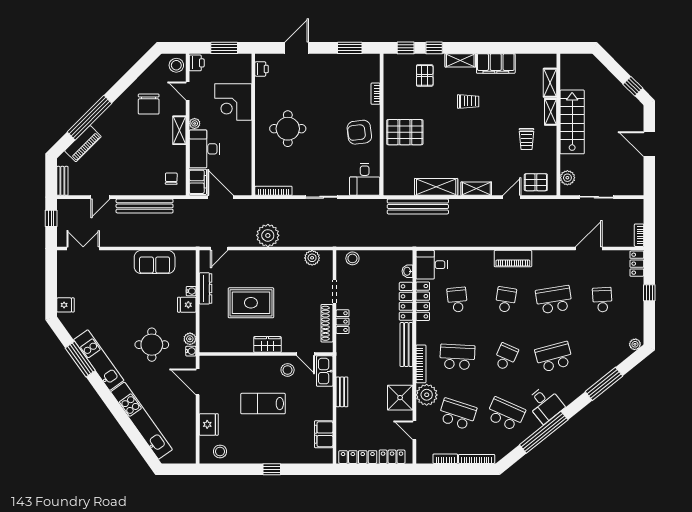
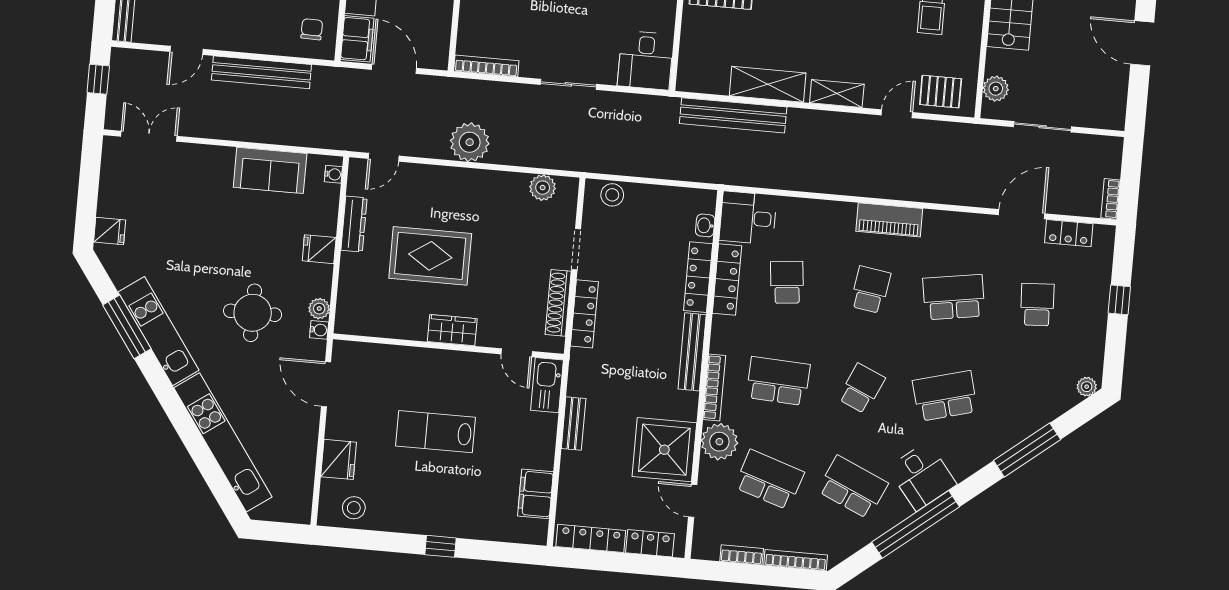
locker: (637, 264) -> (1069, 233), moved, turned -90
water cooler: (191, 291) -> (333, 174), moved
locker: (343, 322) -> (584, 314), width x1.53
stool: (288, 370) -> (483, 377), removed
shower: (400, 398) -> (664, 450), width x1.37, depth x1.37

